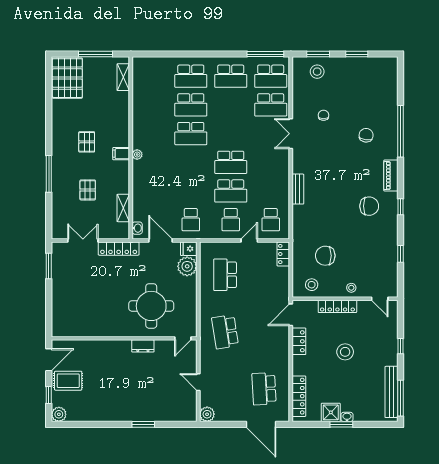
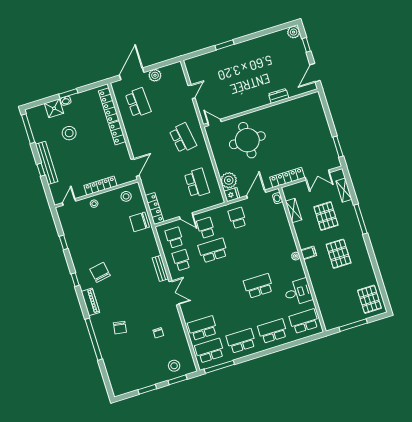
shelving: (123, 77) -> (344, 190), moved
pallet: (67, 78) -> (369, 299), width x0.73, depth x0.71
school desk: (191, 105) -> (304, 321), moved
desk: (147, 112) -> (298, 292), added
double door: (291, 134) -> (174, 293), moved
pallet: (87, 142) -> (339, 254), width x1.50, depth x1.42
school desk: (231, 162) -> (181, 260), moved, width x0.54
pallet: (88, 190) -> (326, 216), width x1.50, depth x1.42
chair: (369, 206) -> (100, 272), turned 80
door: (161, 241) -> (256, 194), swing flipped
door: (249, 241) -> (186, 216), hinge flipped
locker: (283, 254) -> (154, 209), width x1.53
chair: (325, 256) -> (139, 222), moved, turned 180
door: (380, 299) -> (69, 202), hinge flipped
door: (183, 338) -> (214, 122), hinge flipped
locker: (299, 341) -> (117, 133), moved
dresser: (143, 346) -> (279, 96), moved
stool: (345, 352) -> (69, 133), moved
rug: (68, 381) -> (294, 61), removed
door: (198, 382) -> (192, 92), hinge flipped
bench: (392, 392) -> (47, 163), moved
shower: (331, 412) -> (54, 108), moved
plant: (207, 414) -> (155, 75), moved
door: (261, 424) -> (132, 74), hinge flipped

